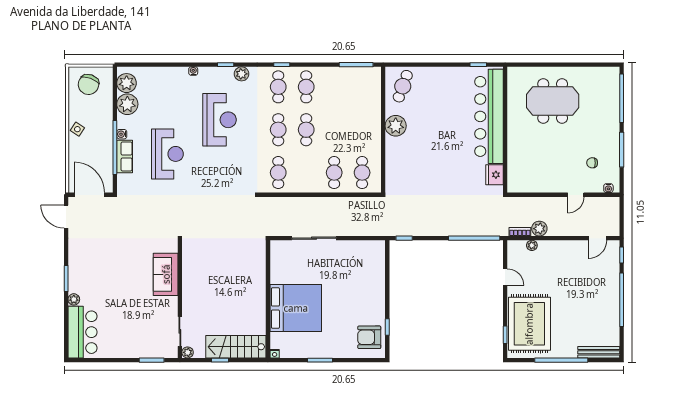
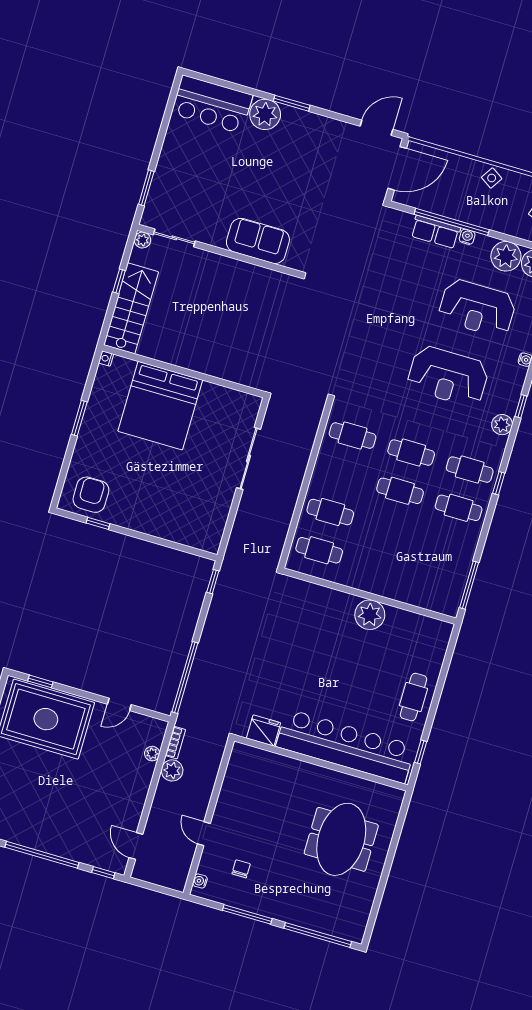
cafe table: (403, 86) -> (413, 697), moved, turned 70
reception desk: (167, 154) -> (477, 308), moved
plant: (74, 299) -> (265, 114), width x1.87, depth x1.87

